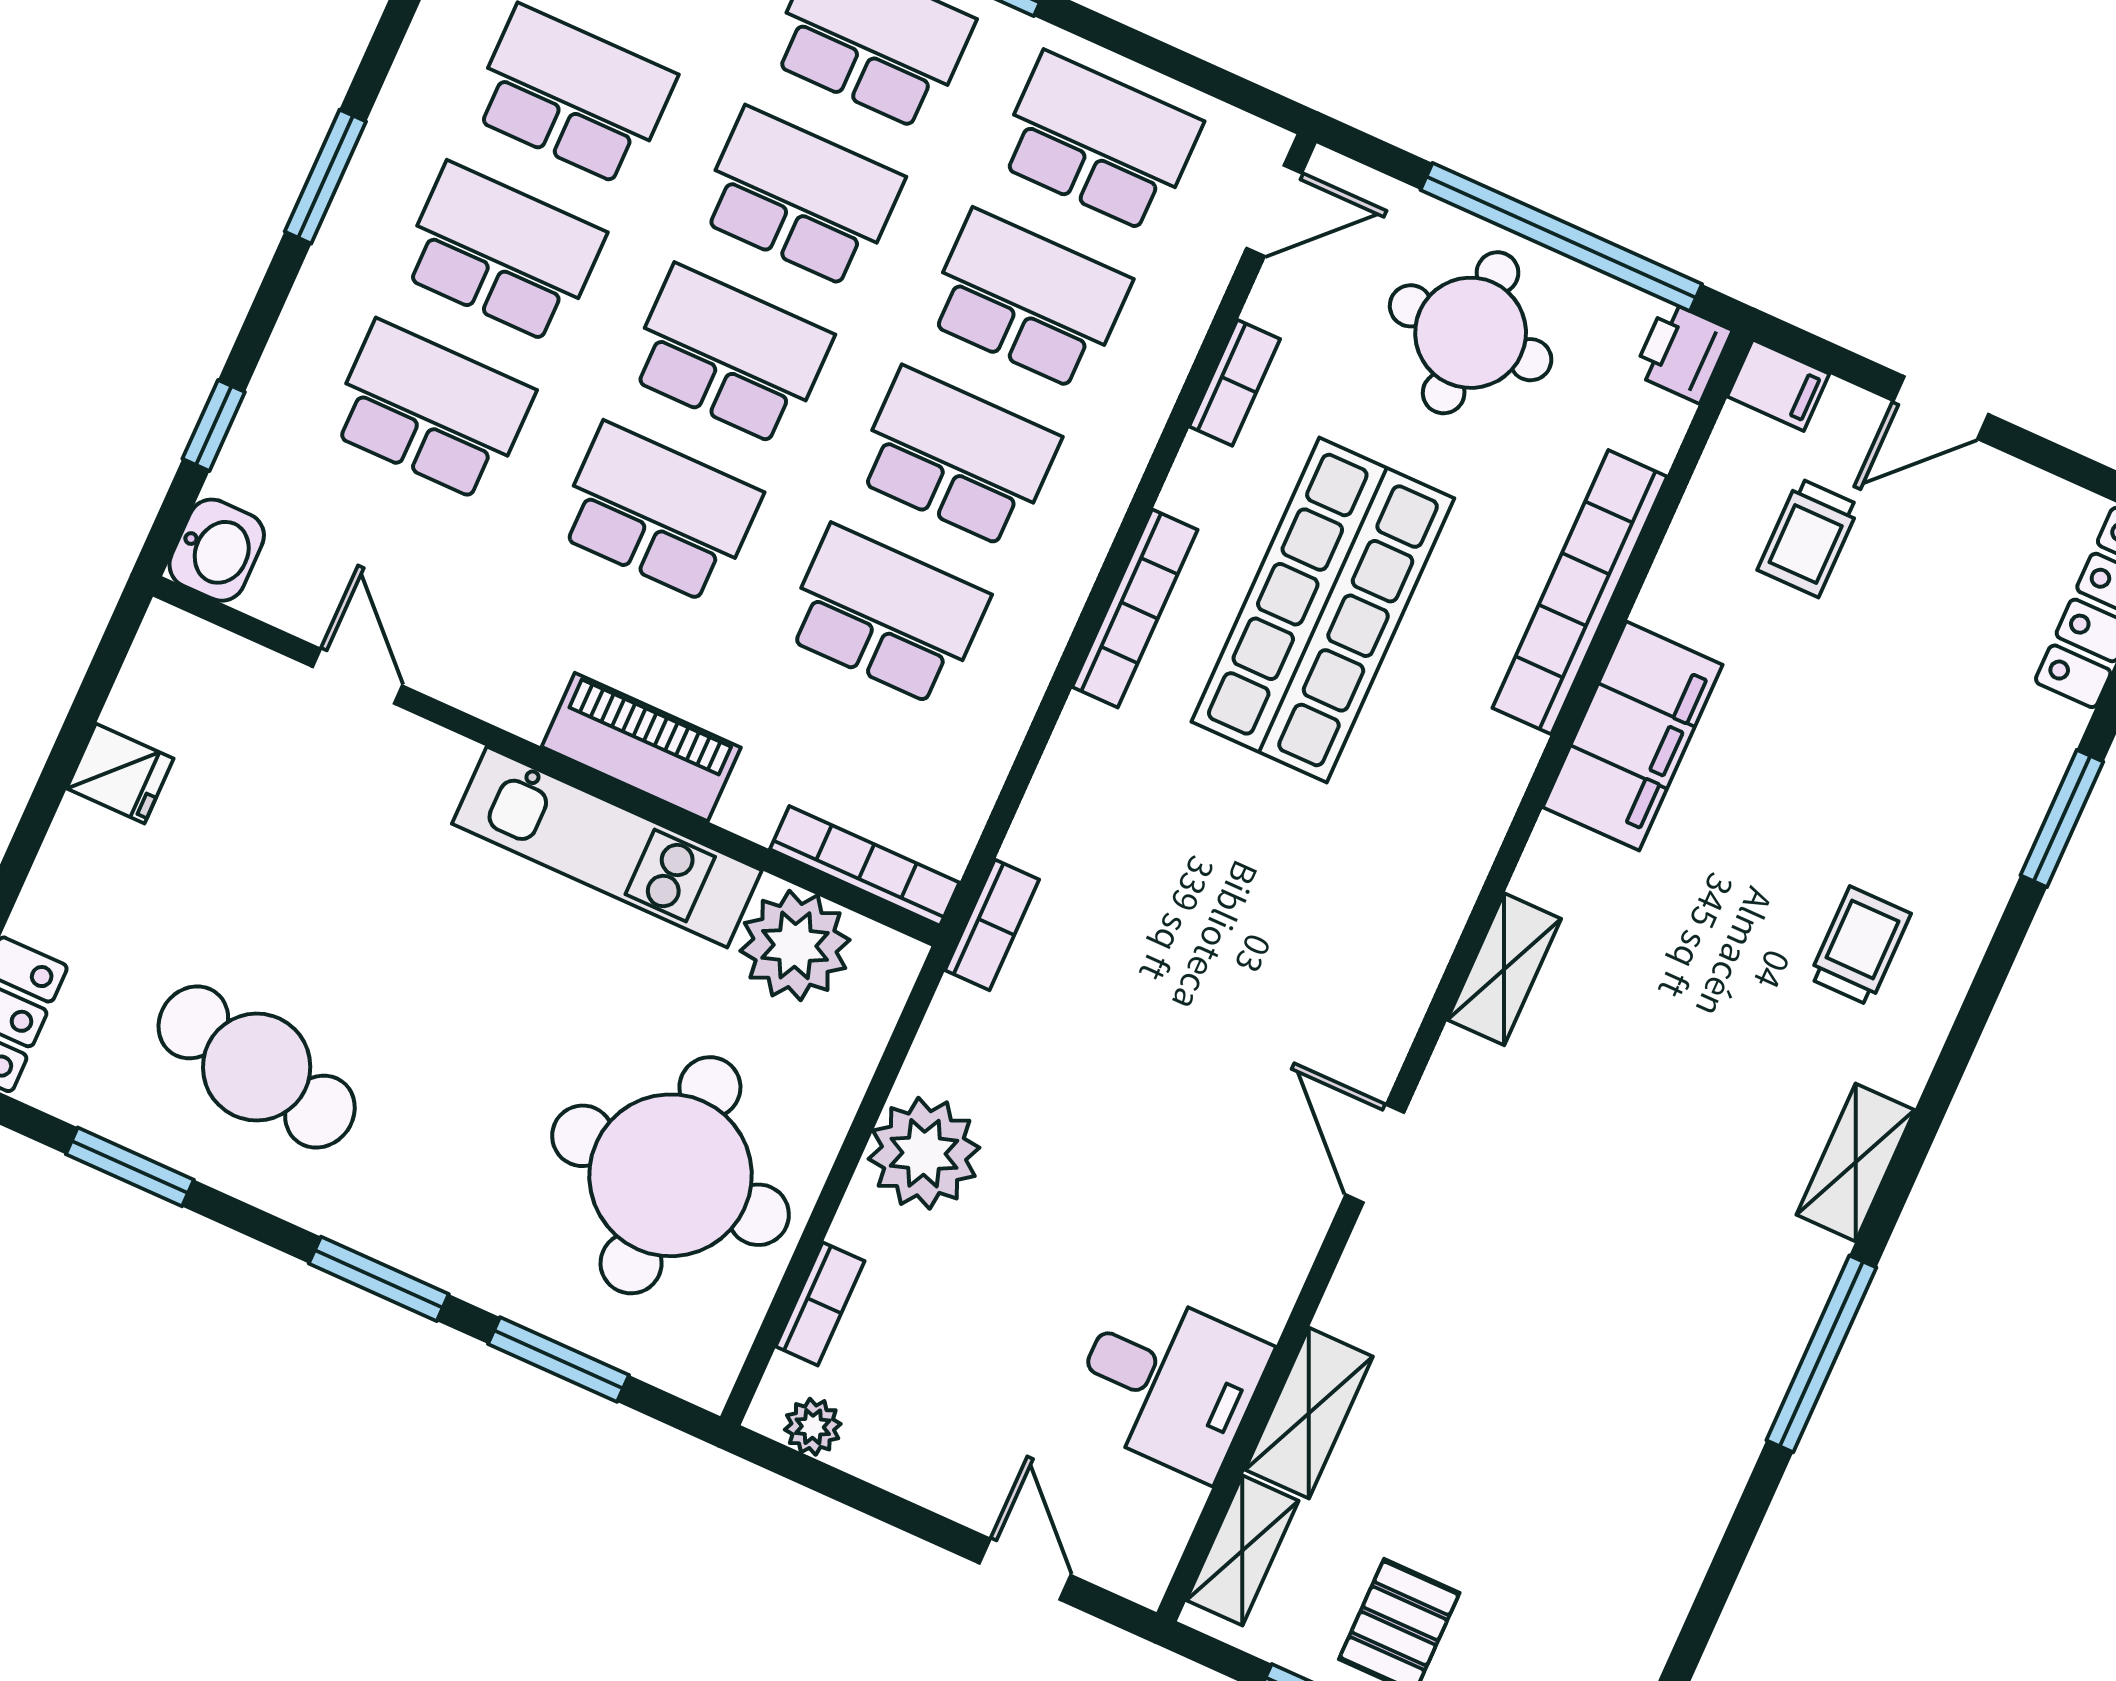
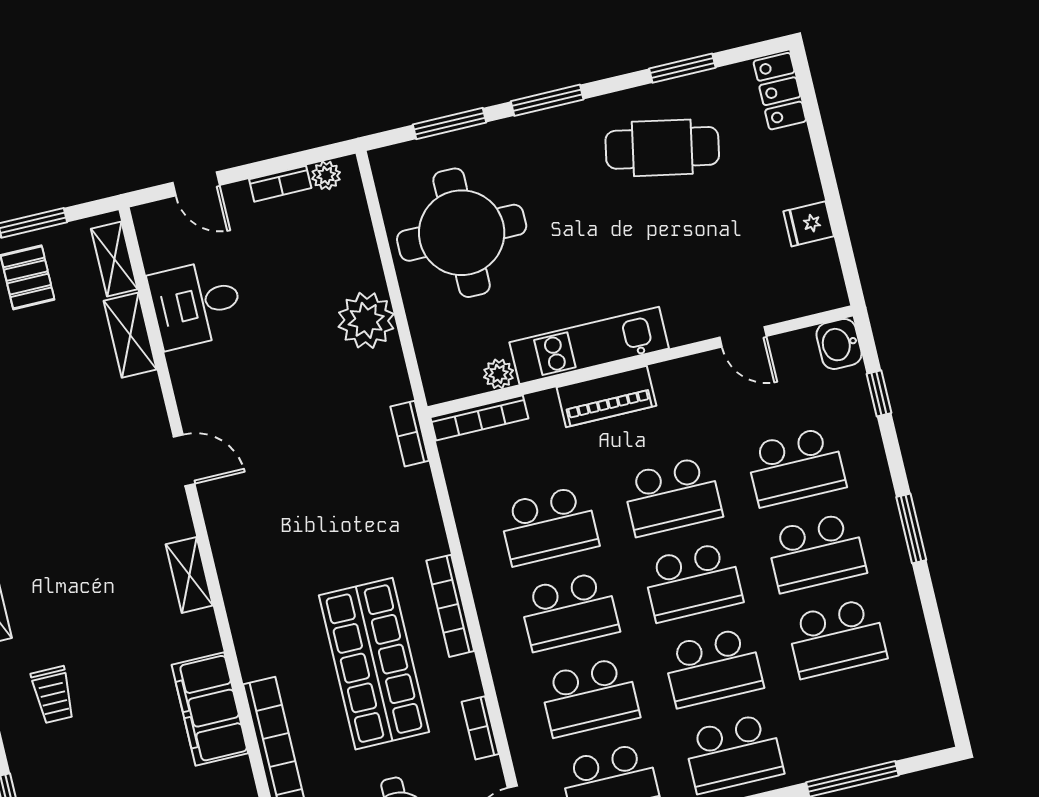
plant: (795, 945) -> (499, 374), width x0.53, depth x0.53
bookcase: (820, 1304) -> (280, 184), moved, turned -90

